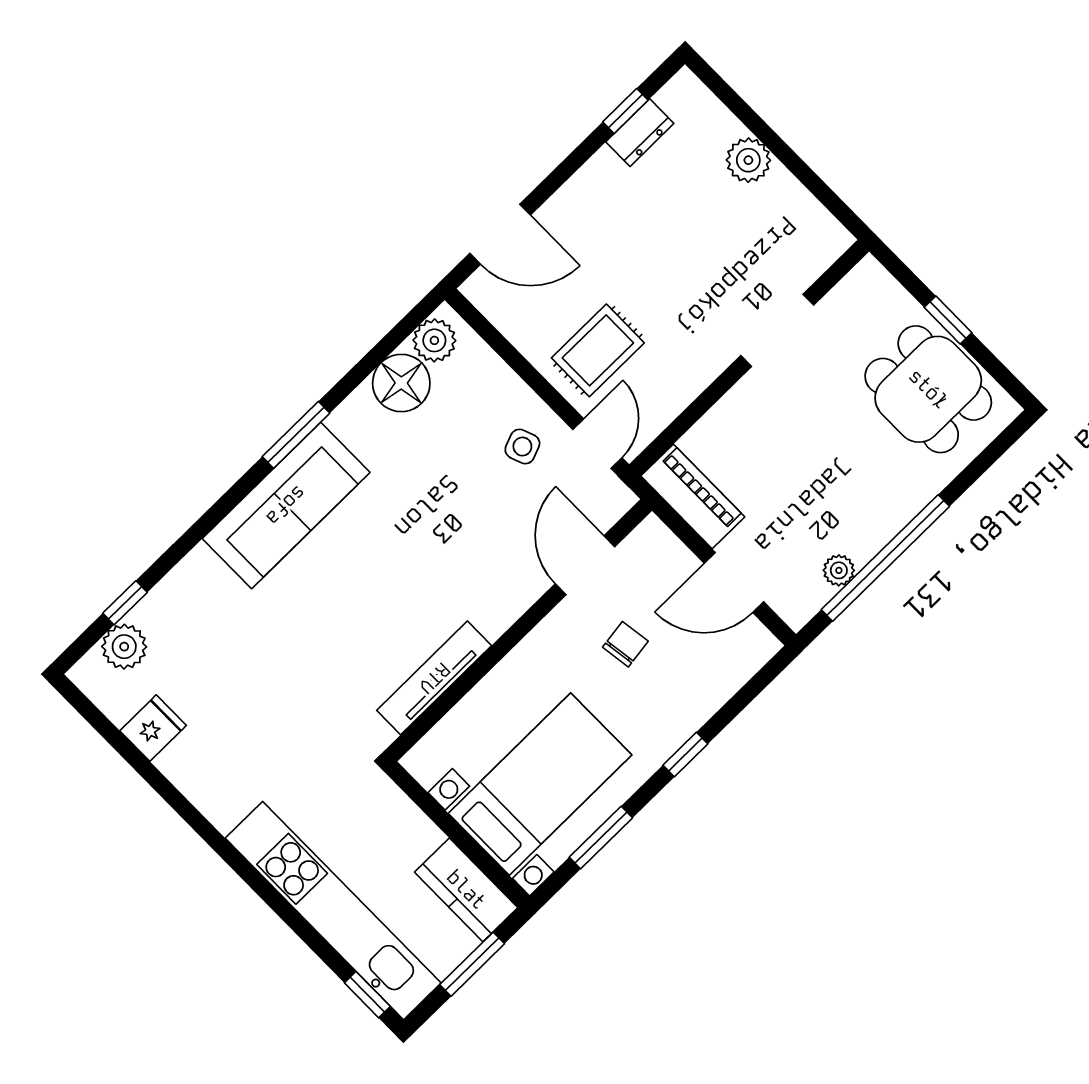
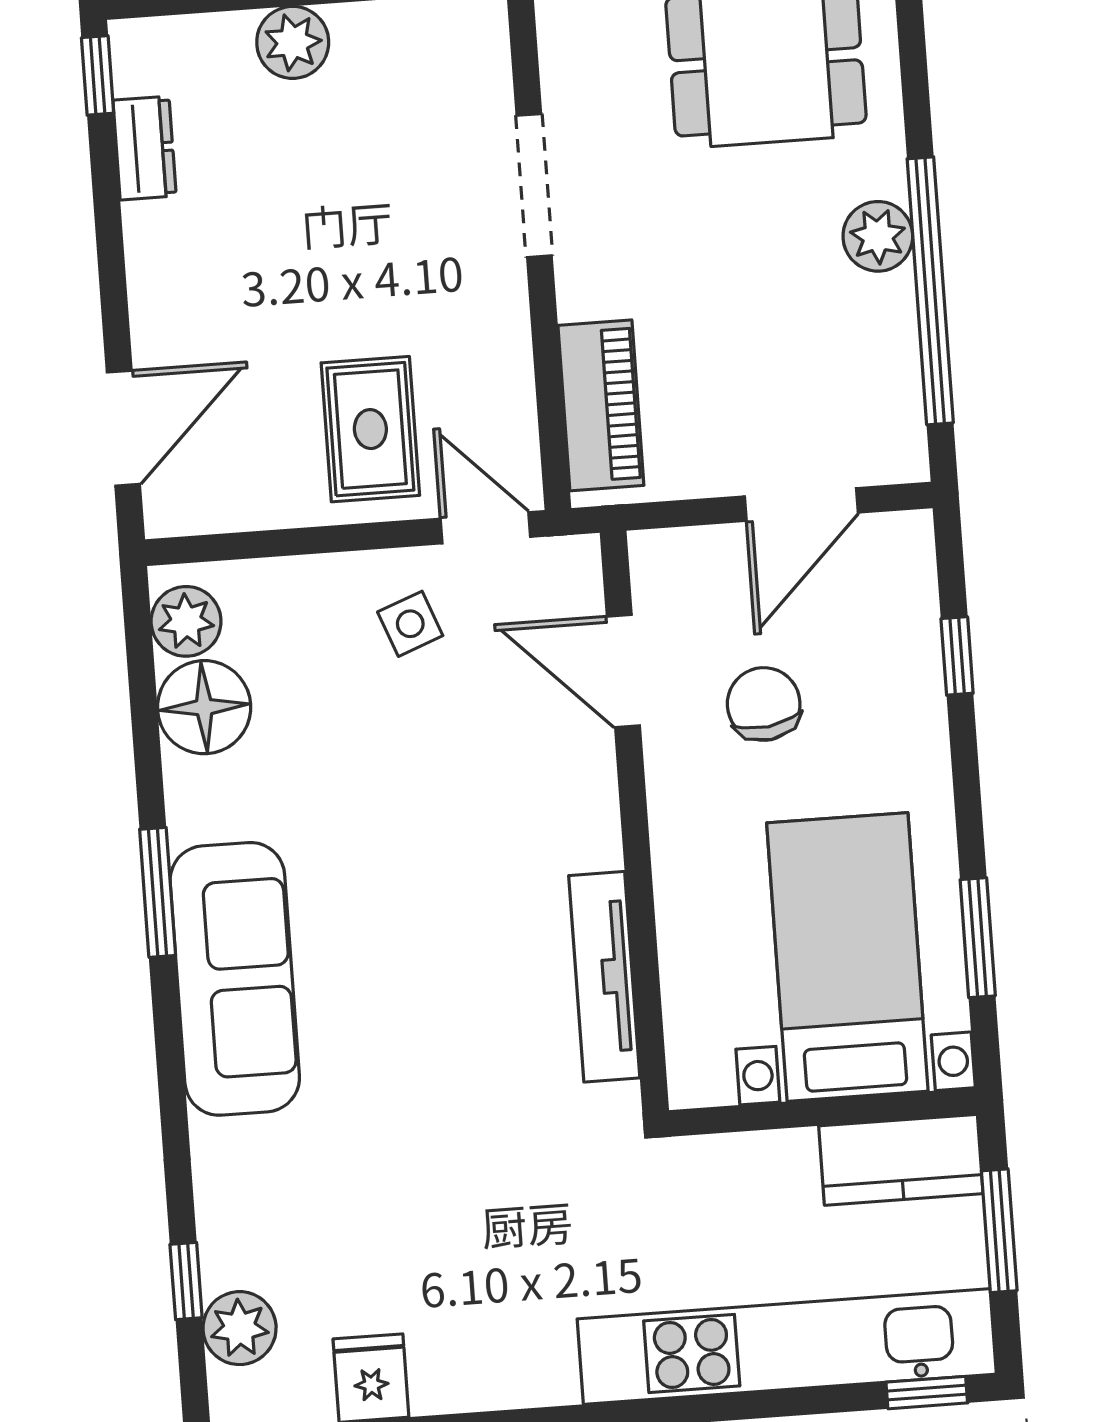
window: (625, 111) -> (98, 75), moved
piano: (693, 496) -> (601, 405), moved, turned 90
plant: (839, 570) -> (878, 236), moved, width x1.38, depth x1.38
chair: (625, 644) -> (764, 704), width x1.37, depth x1.37
window: (685, 755) -> (957, 656), moved

